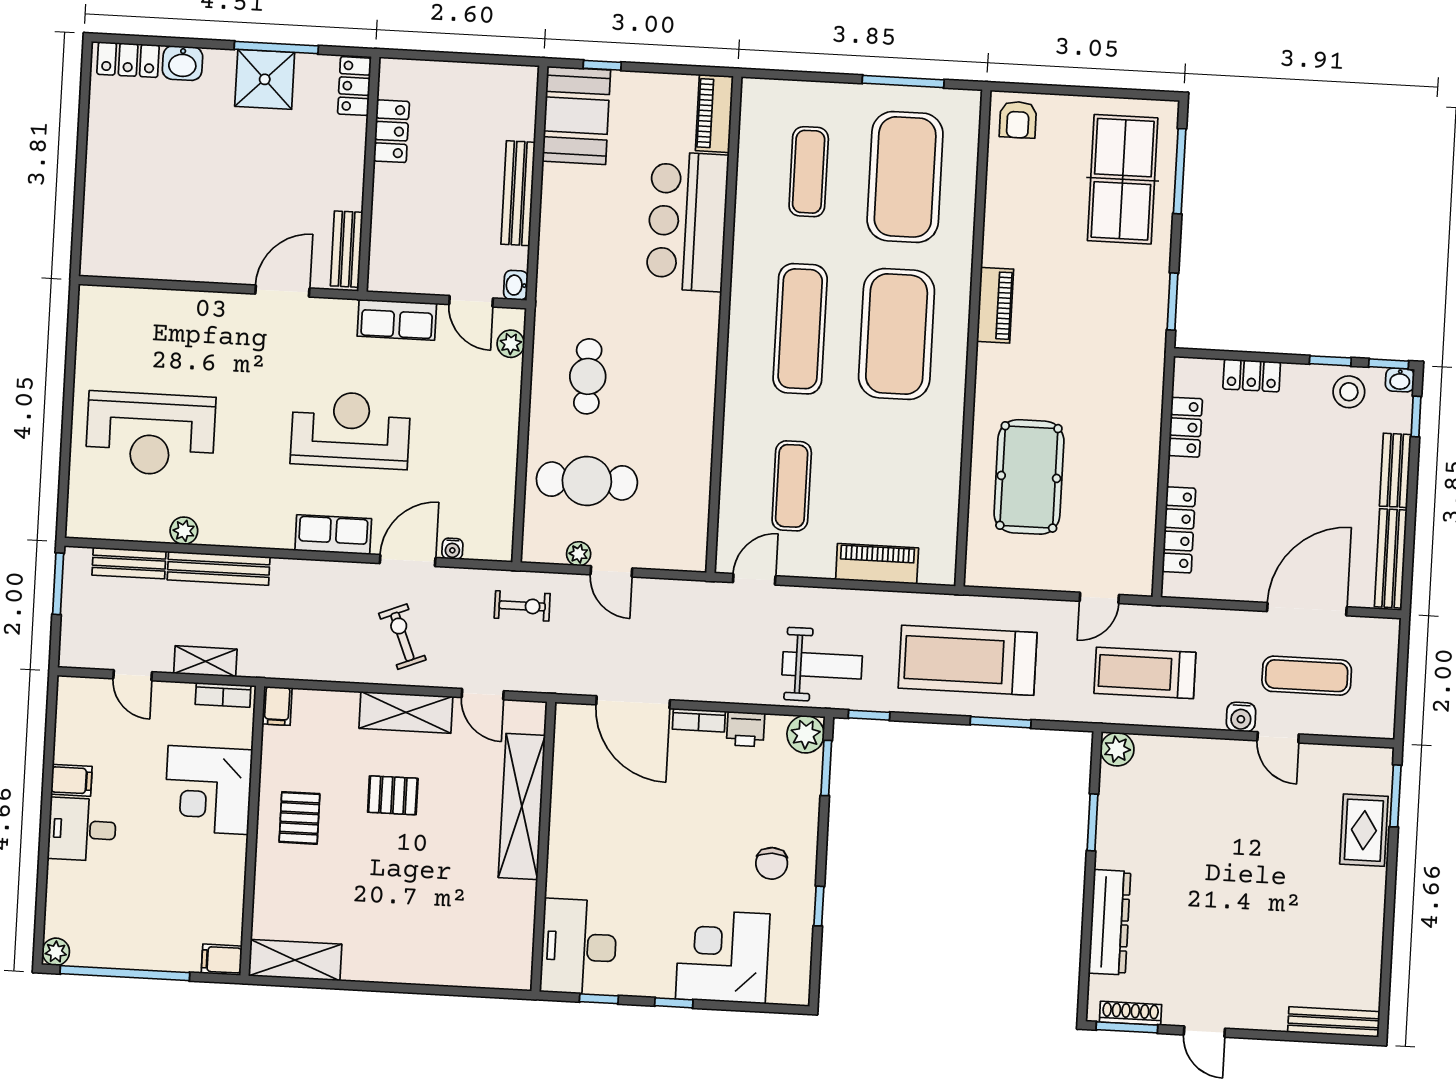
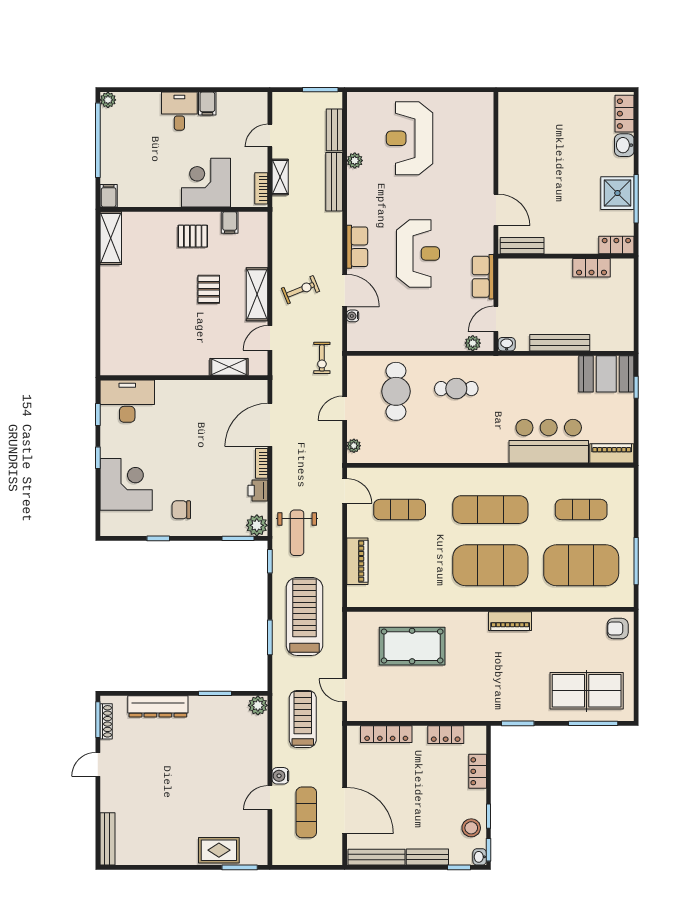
plant: (579, 554) -> (354, 446), moved
filing cabinet: (277, 706) -> (230, 222), moved, turned -90
shelving: (522, 806) -> (229, 367), width x0.45, depth x0.75

